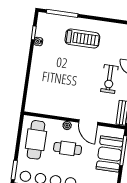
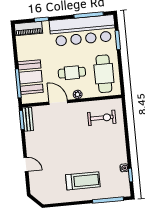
treadmill: (82, 39) -> (83, 181), turned 180
exercise bike: (109, 79) -> (102, 118), moved, turned 90

